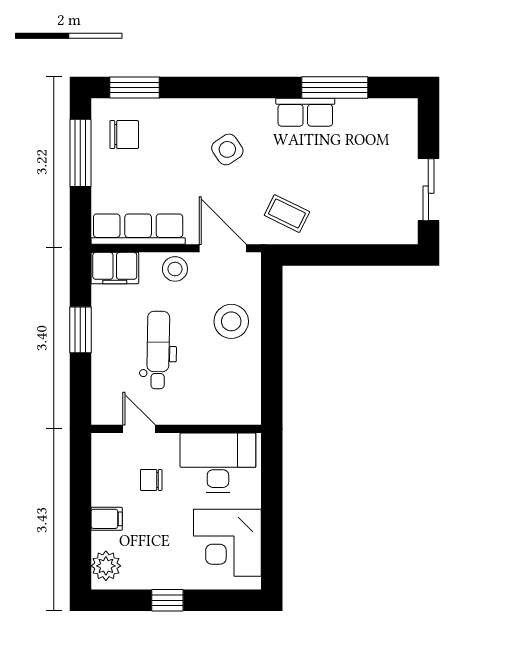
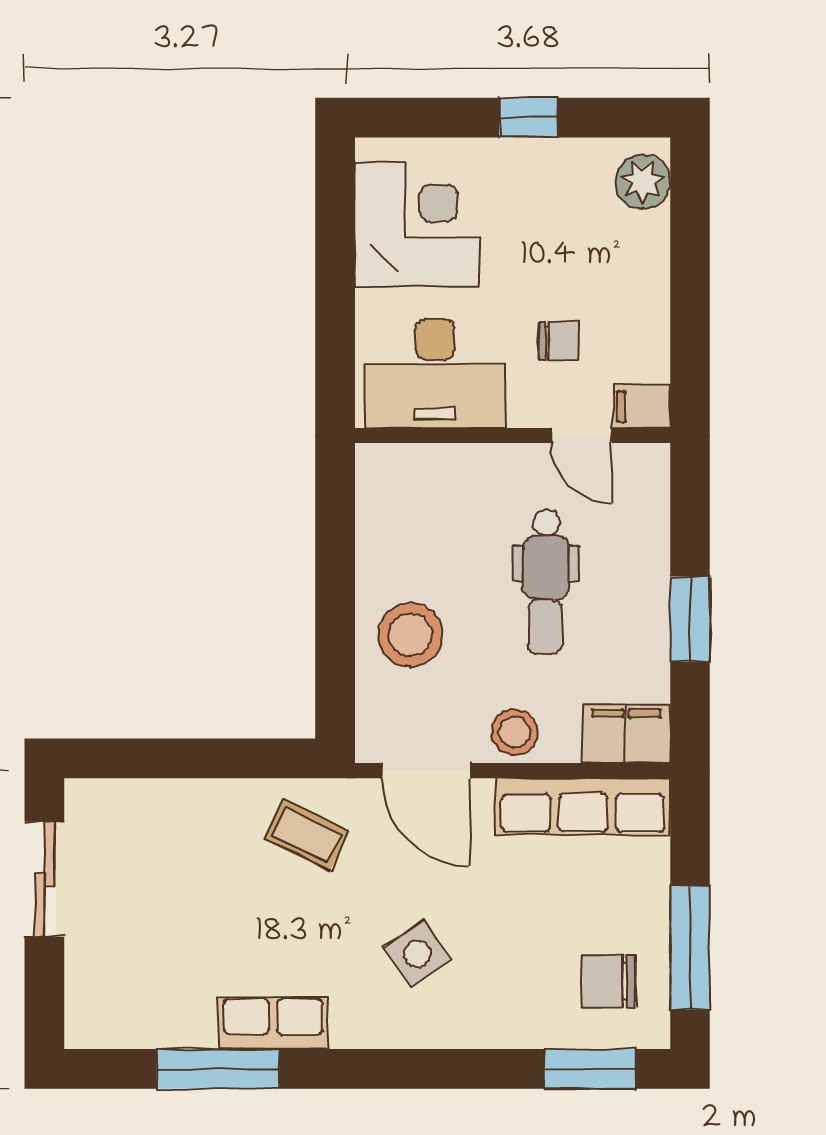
filing cabinet: (107, 519) -> (642, 406), moved

